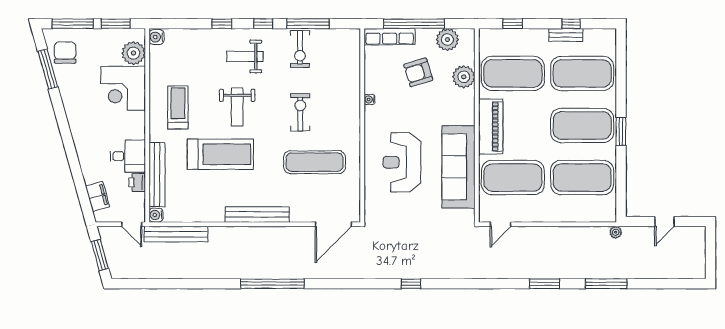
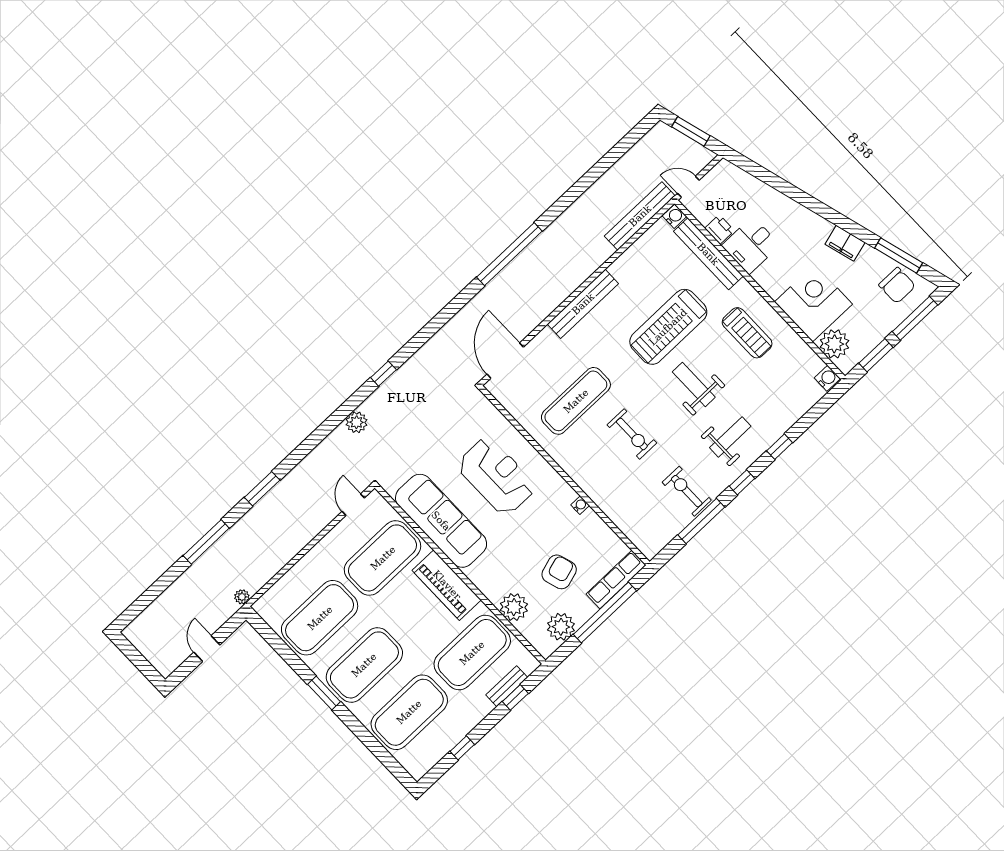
bench: (566, 35) -> (507, 686), moved
filing cabinet: (97, 196) -> (845, 243), moved
plant: (453, 270) -> (357, 422), added

